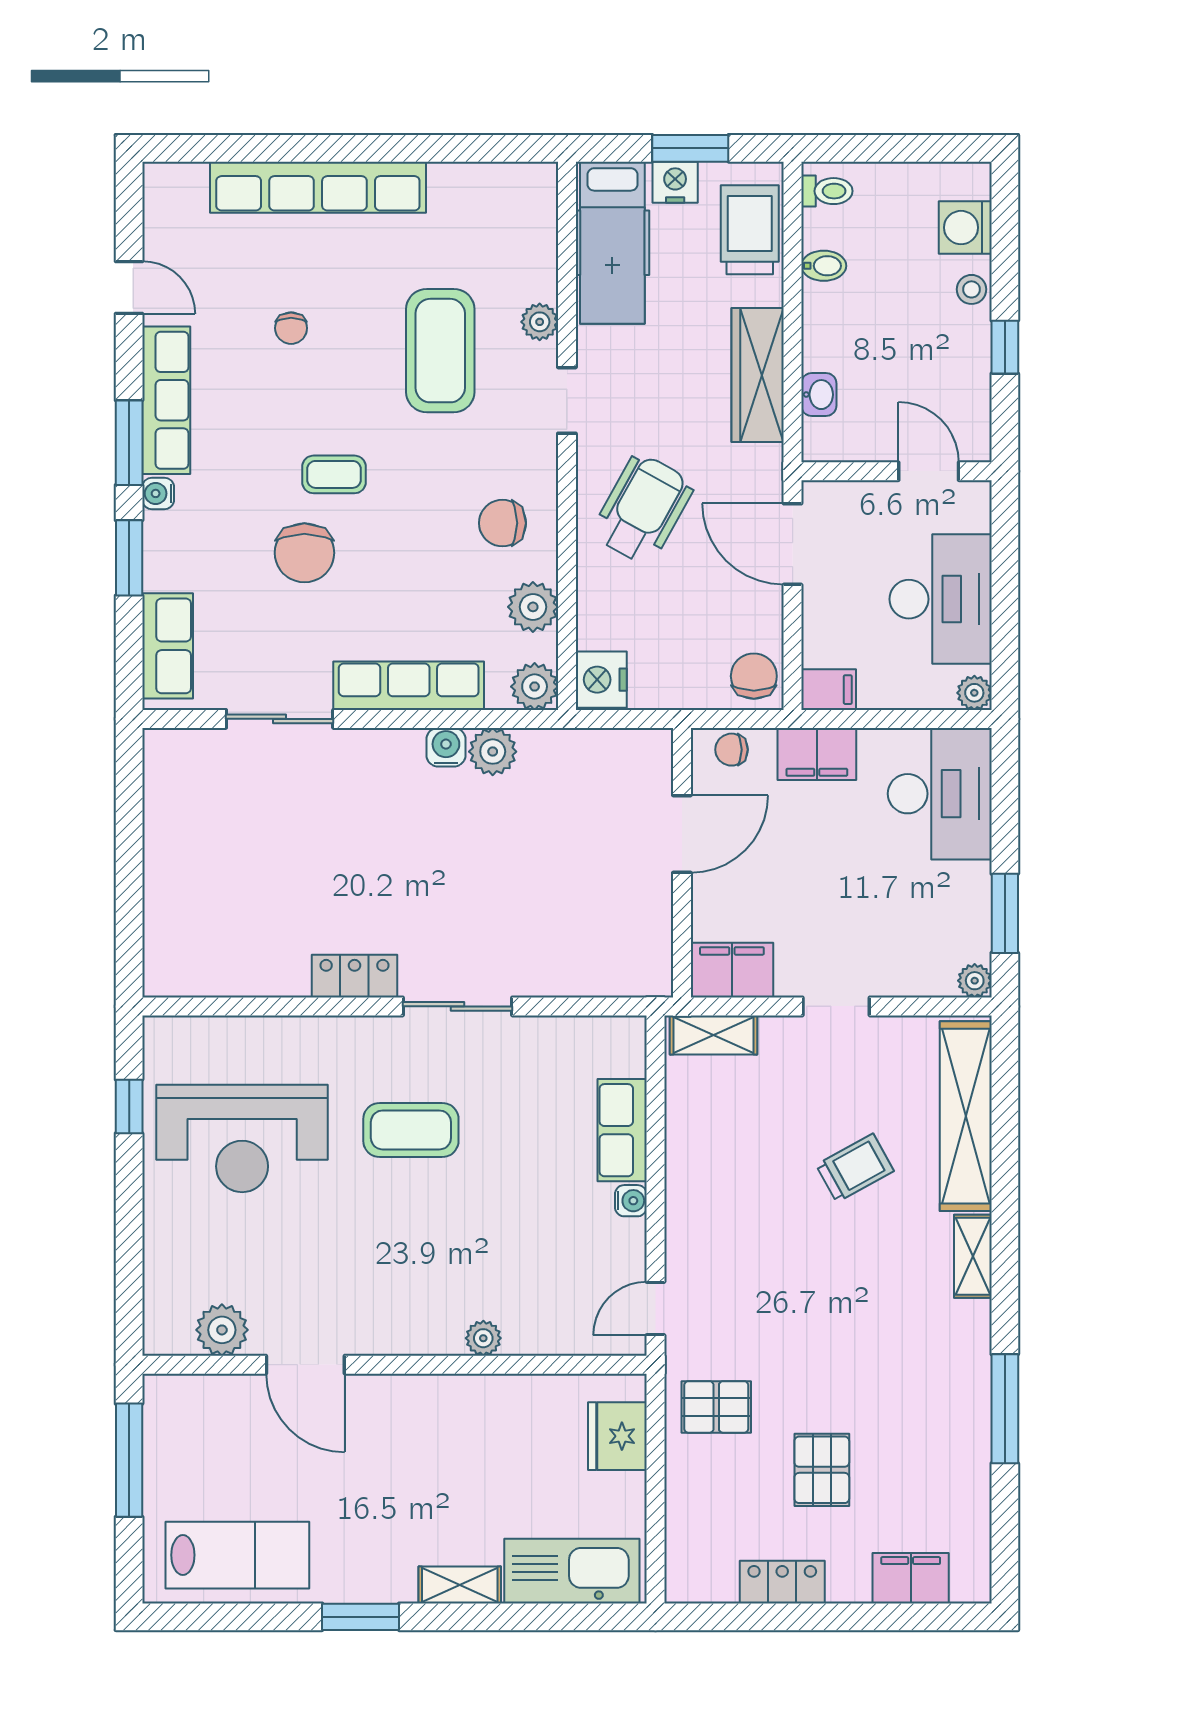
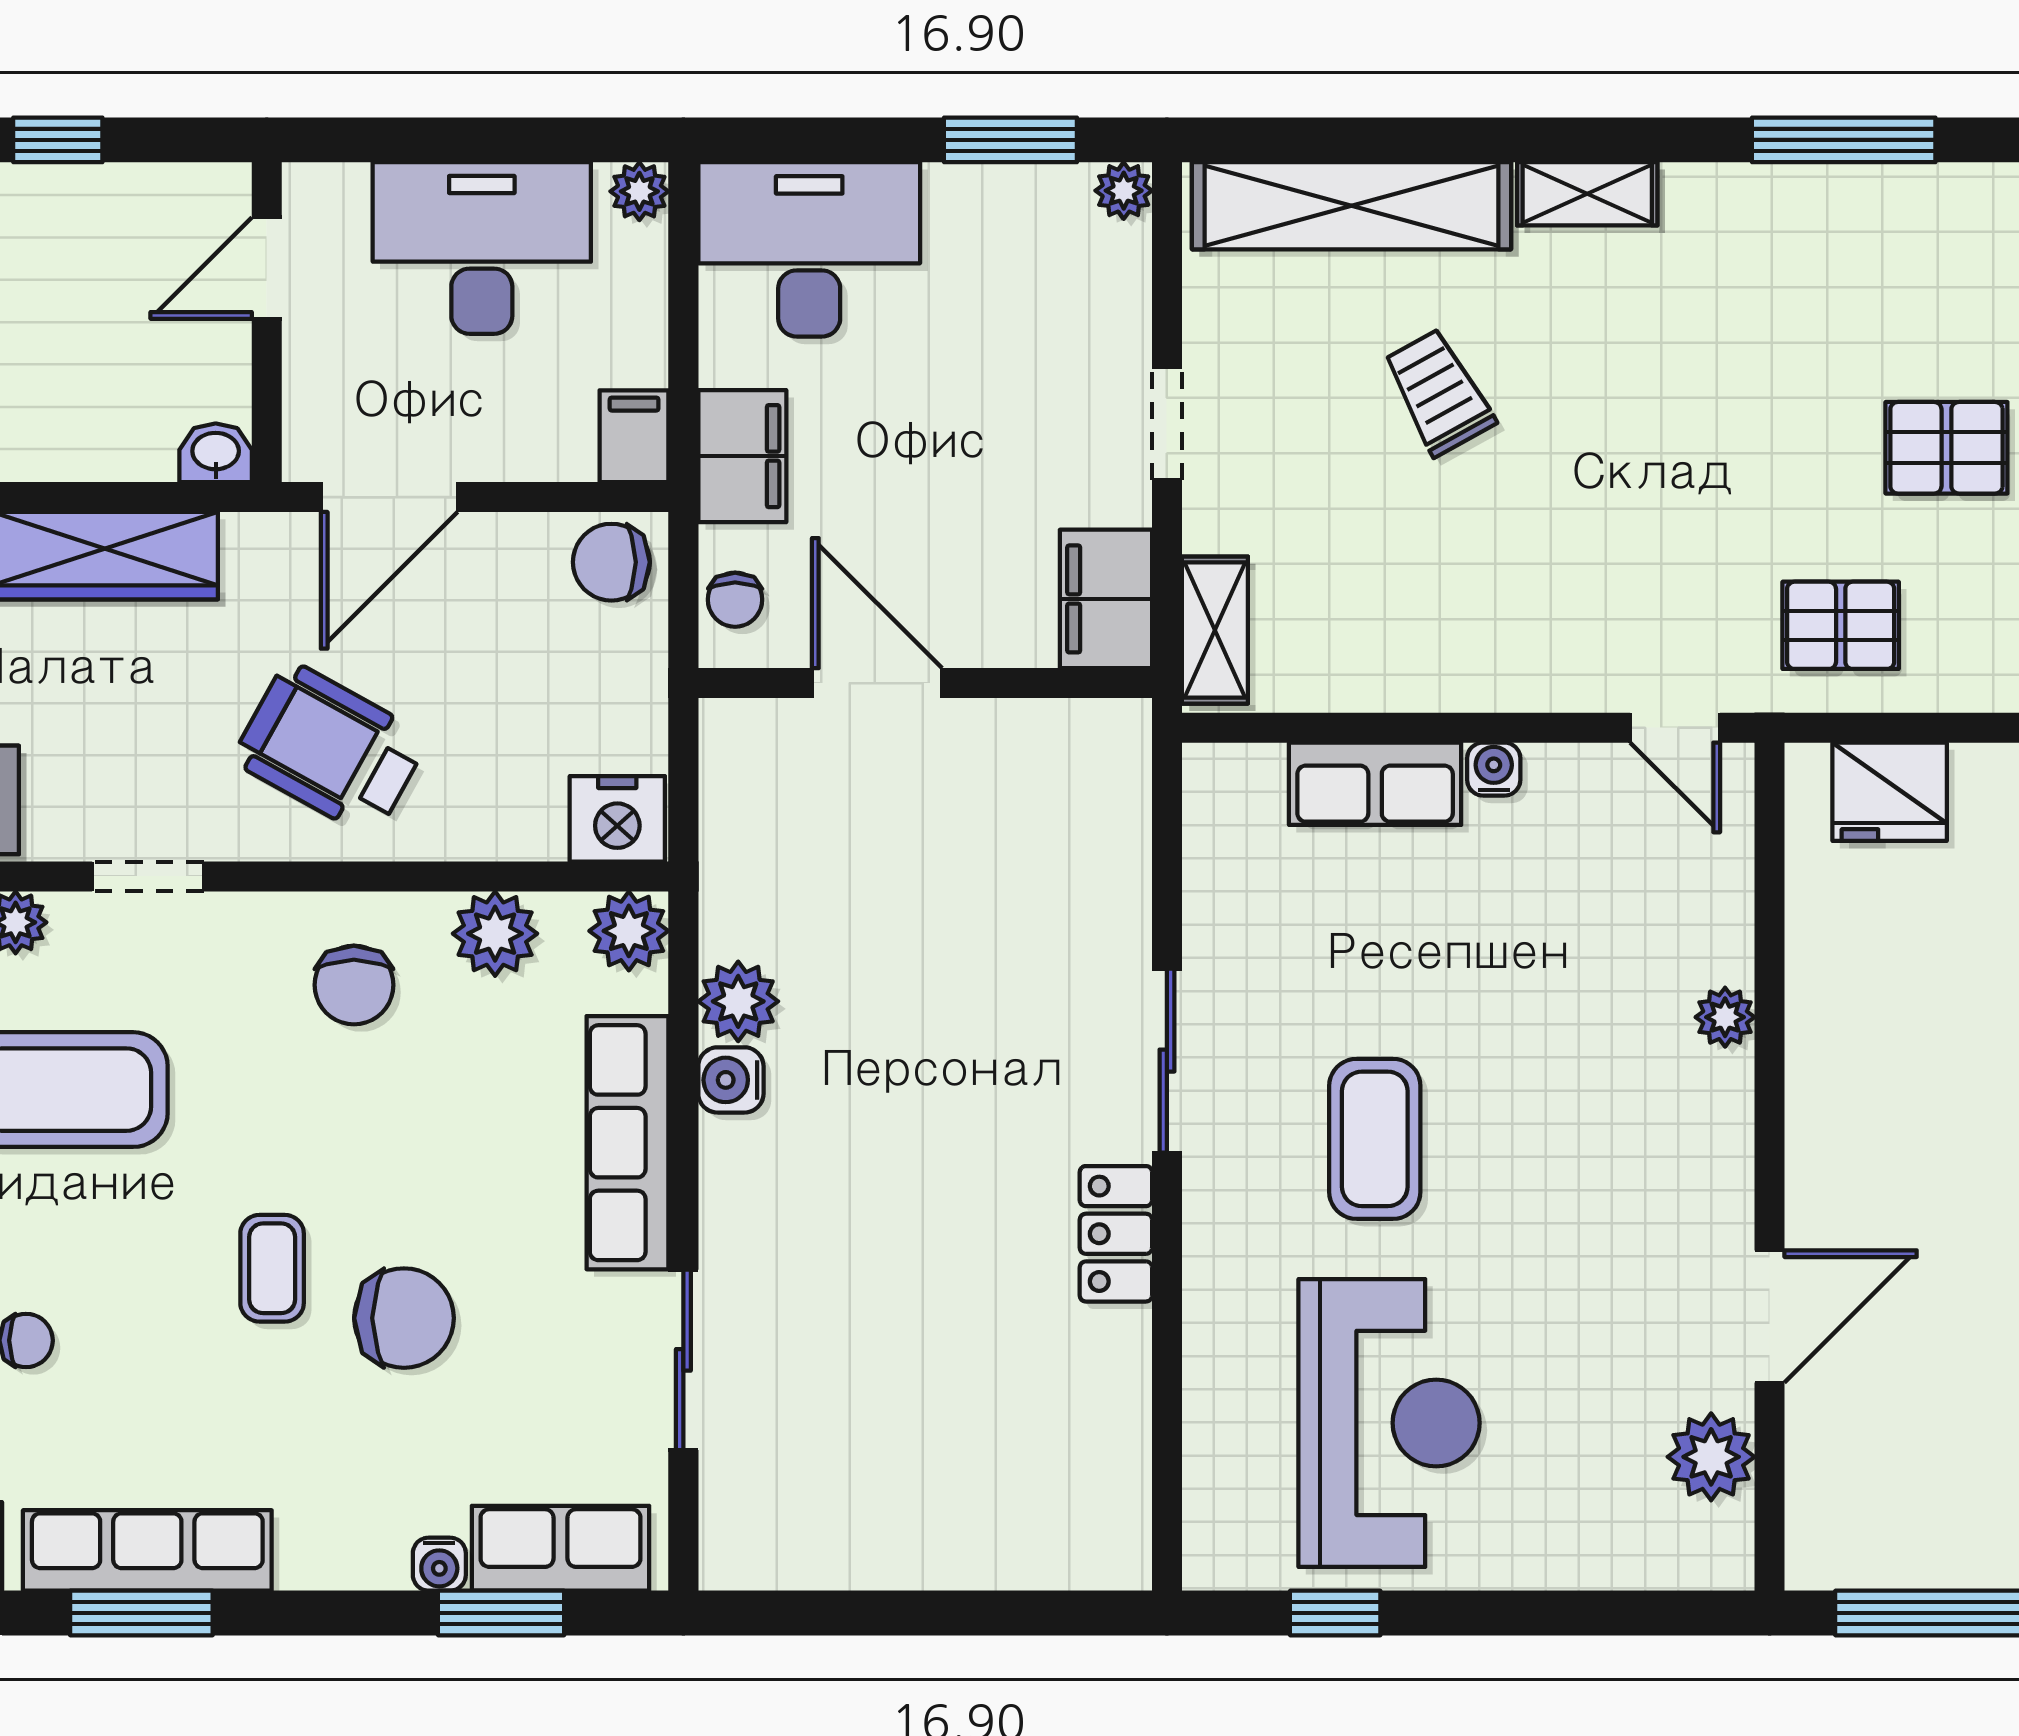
washbasin: (819, 395) -> (216, 453), moved
window: (129, 443) -> (141, 1613), moved
water cooler: (158, 493) -> (439, 1564), moved
window: (129, 558) -> (501, 1613), moved
pallet: (716, 1407) -> (1841, 625), turned 90

